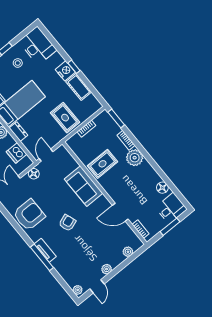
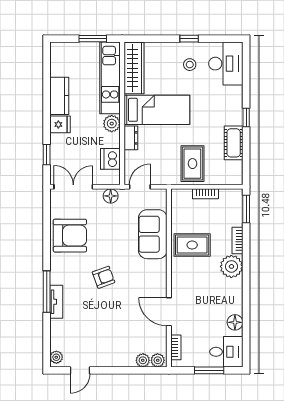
nightstand: (65, 71) -> (233, 114), removed
sofa: (84, 186) -> (153, 234), moved
tv unit: (45, 250) -> (56, 302), moved
plant: (107, 269) -> (158, 360), moved

